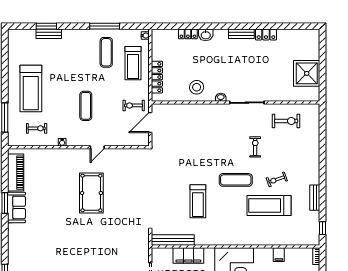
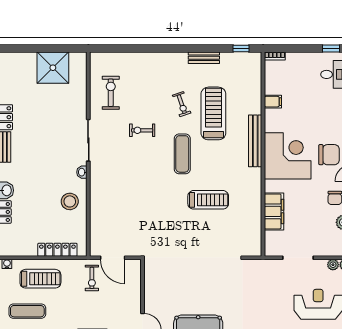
treadmill: (269, 206) -> (213, 113), turned 180
bench: (173, 240) -> (255, 141), moved

